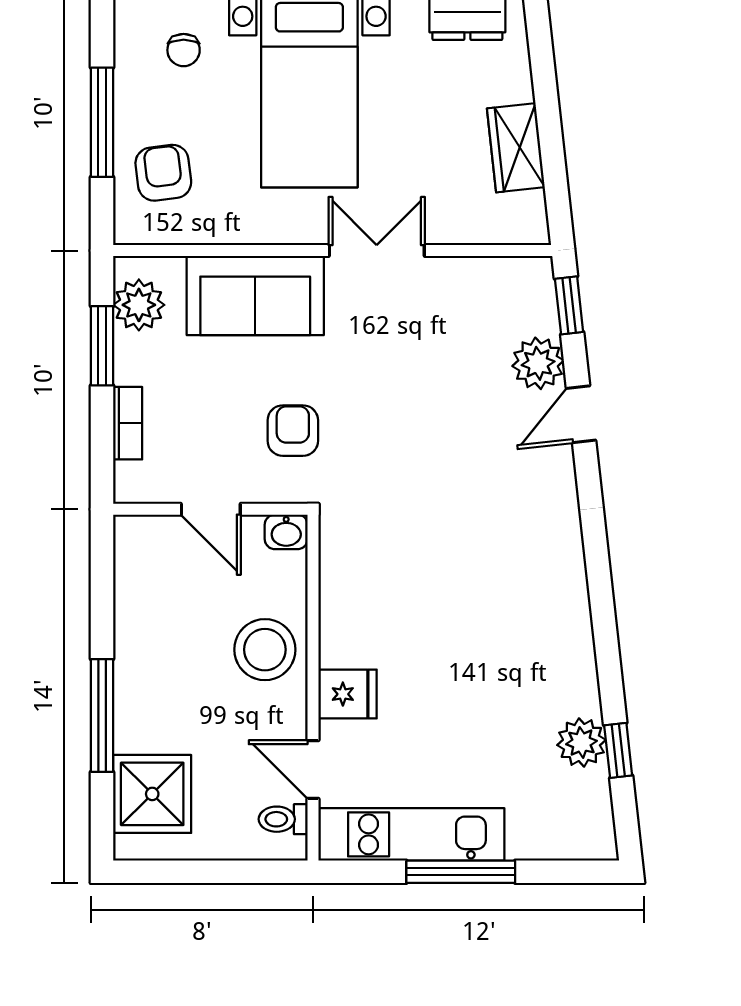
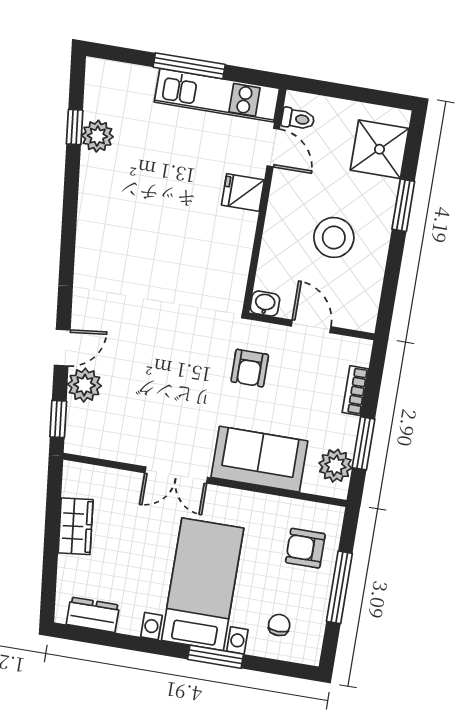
armchair: (163, 173) -> (305, 548), turned 97
stool: (265, 650) -> (334, 237), moved
window: (102, 715) -> (403, 205), width x0.69

